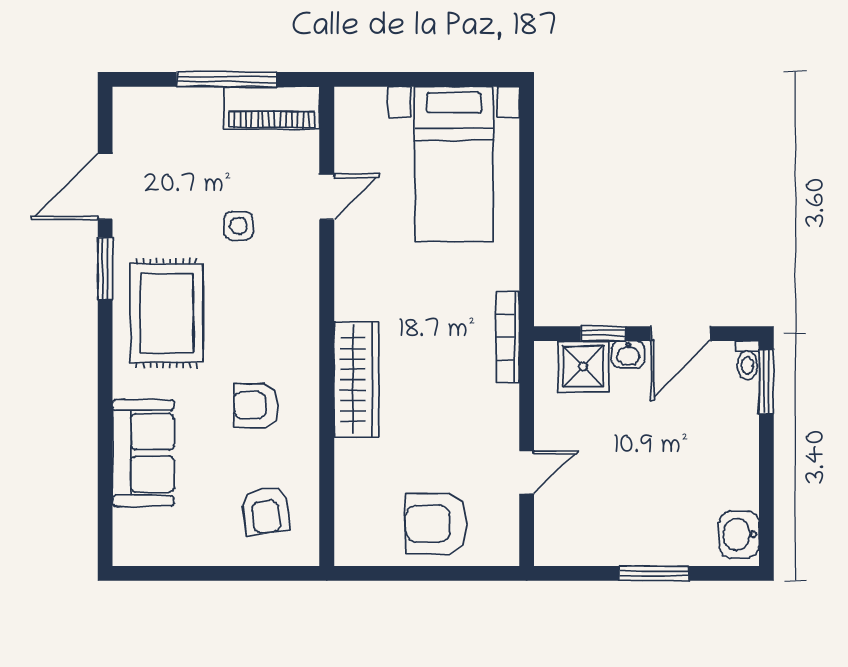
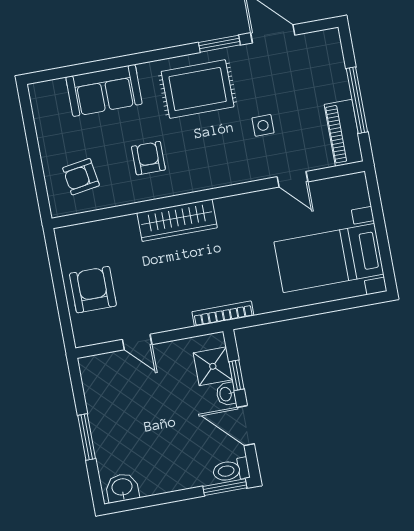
toilet: (747, 360) -> (231, 470), width x1.37, depth x1.39

